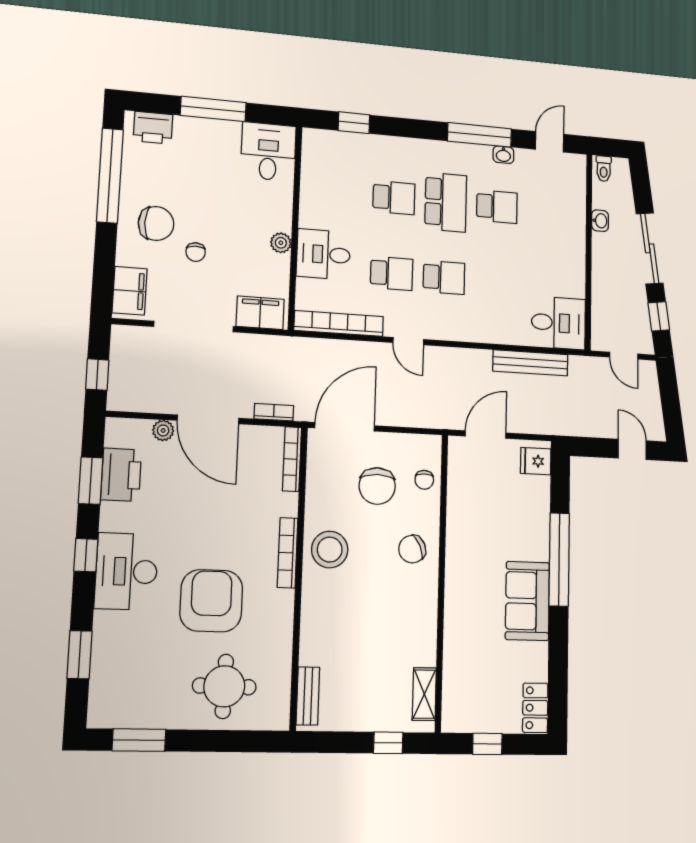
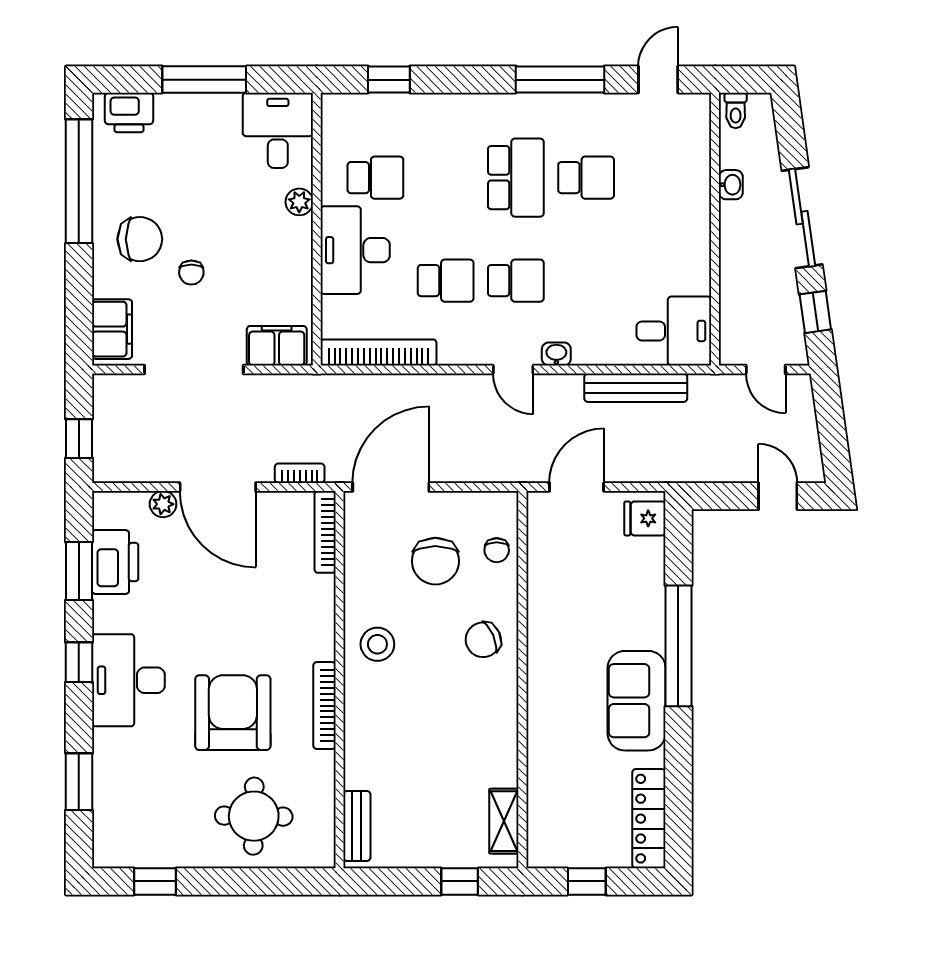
washbasin: (503, 155) -> (556, 354), moved, turned 180
school desk: (394, 198) -> (375, 178), moved
plant: (281, 243) -> (299, 202), moved
desk: (323, 254) -> (355, 250), width x1.37
door: (408, 341) -> (513, 369), moved
stool: (330, 550) -> (377, 644), width x0.73, depth x0.73
bookcase: (288, 553) -> (324, 706), moved
locker: (535, 708) -> (649, 819), width x1.53
window: (139, 740) -> (155, 881), width x0.67

